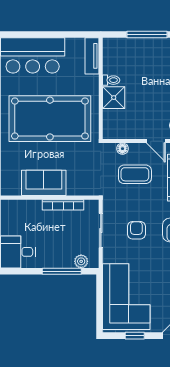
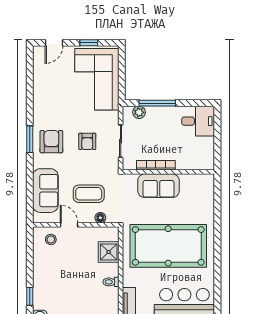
shower: (114, 98) -> (109, 252), moved
sofa: (44, 183) -> (159, 186), moved

